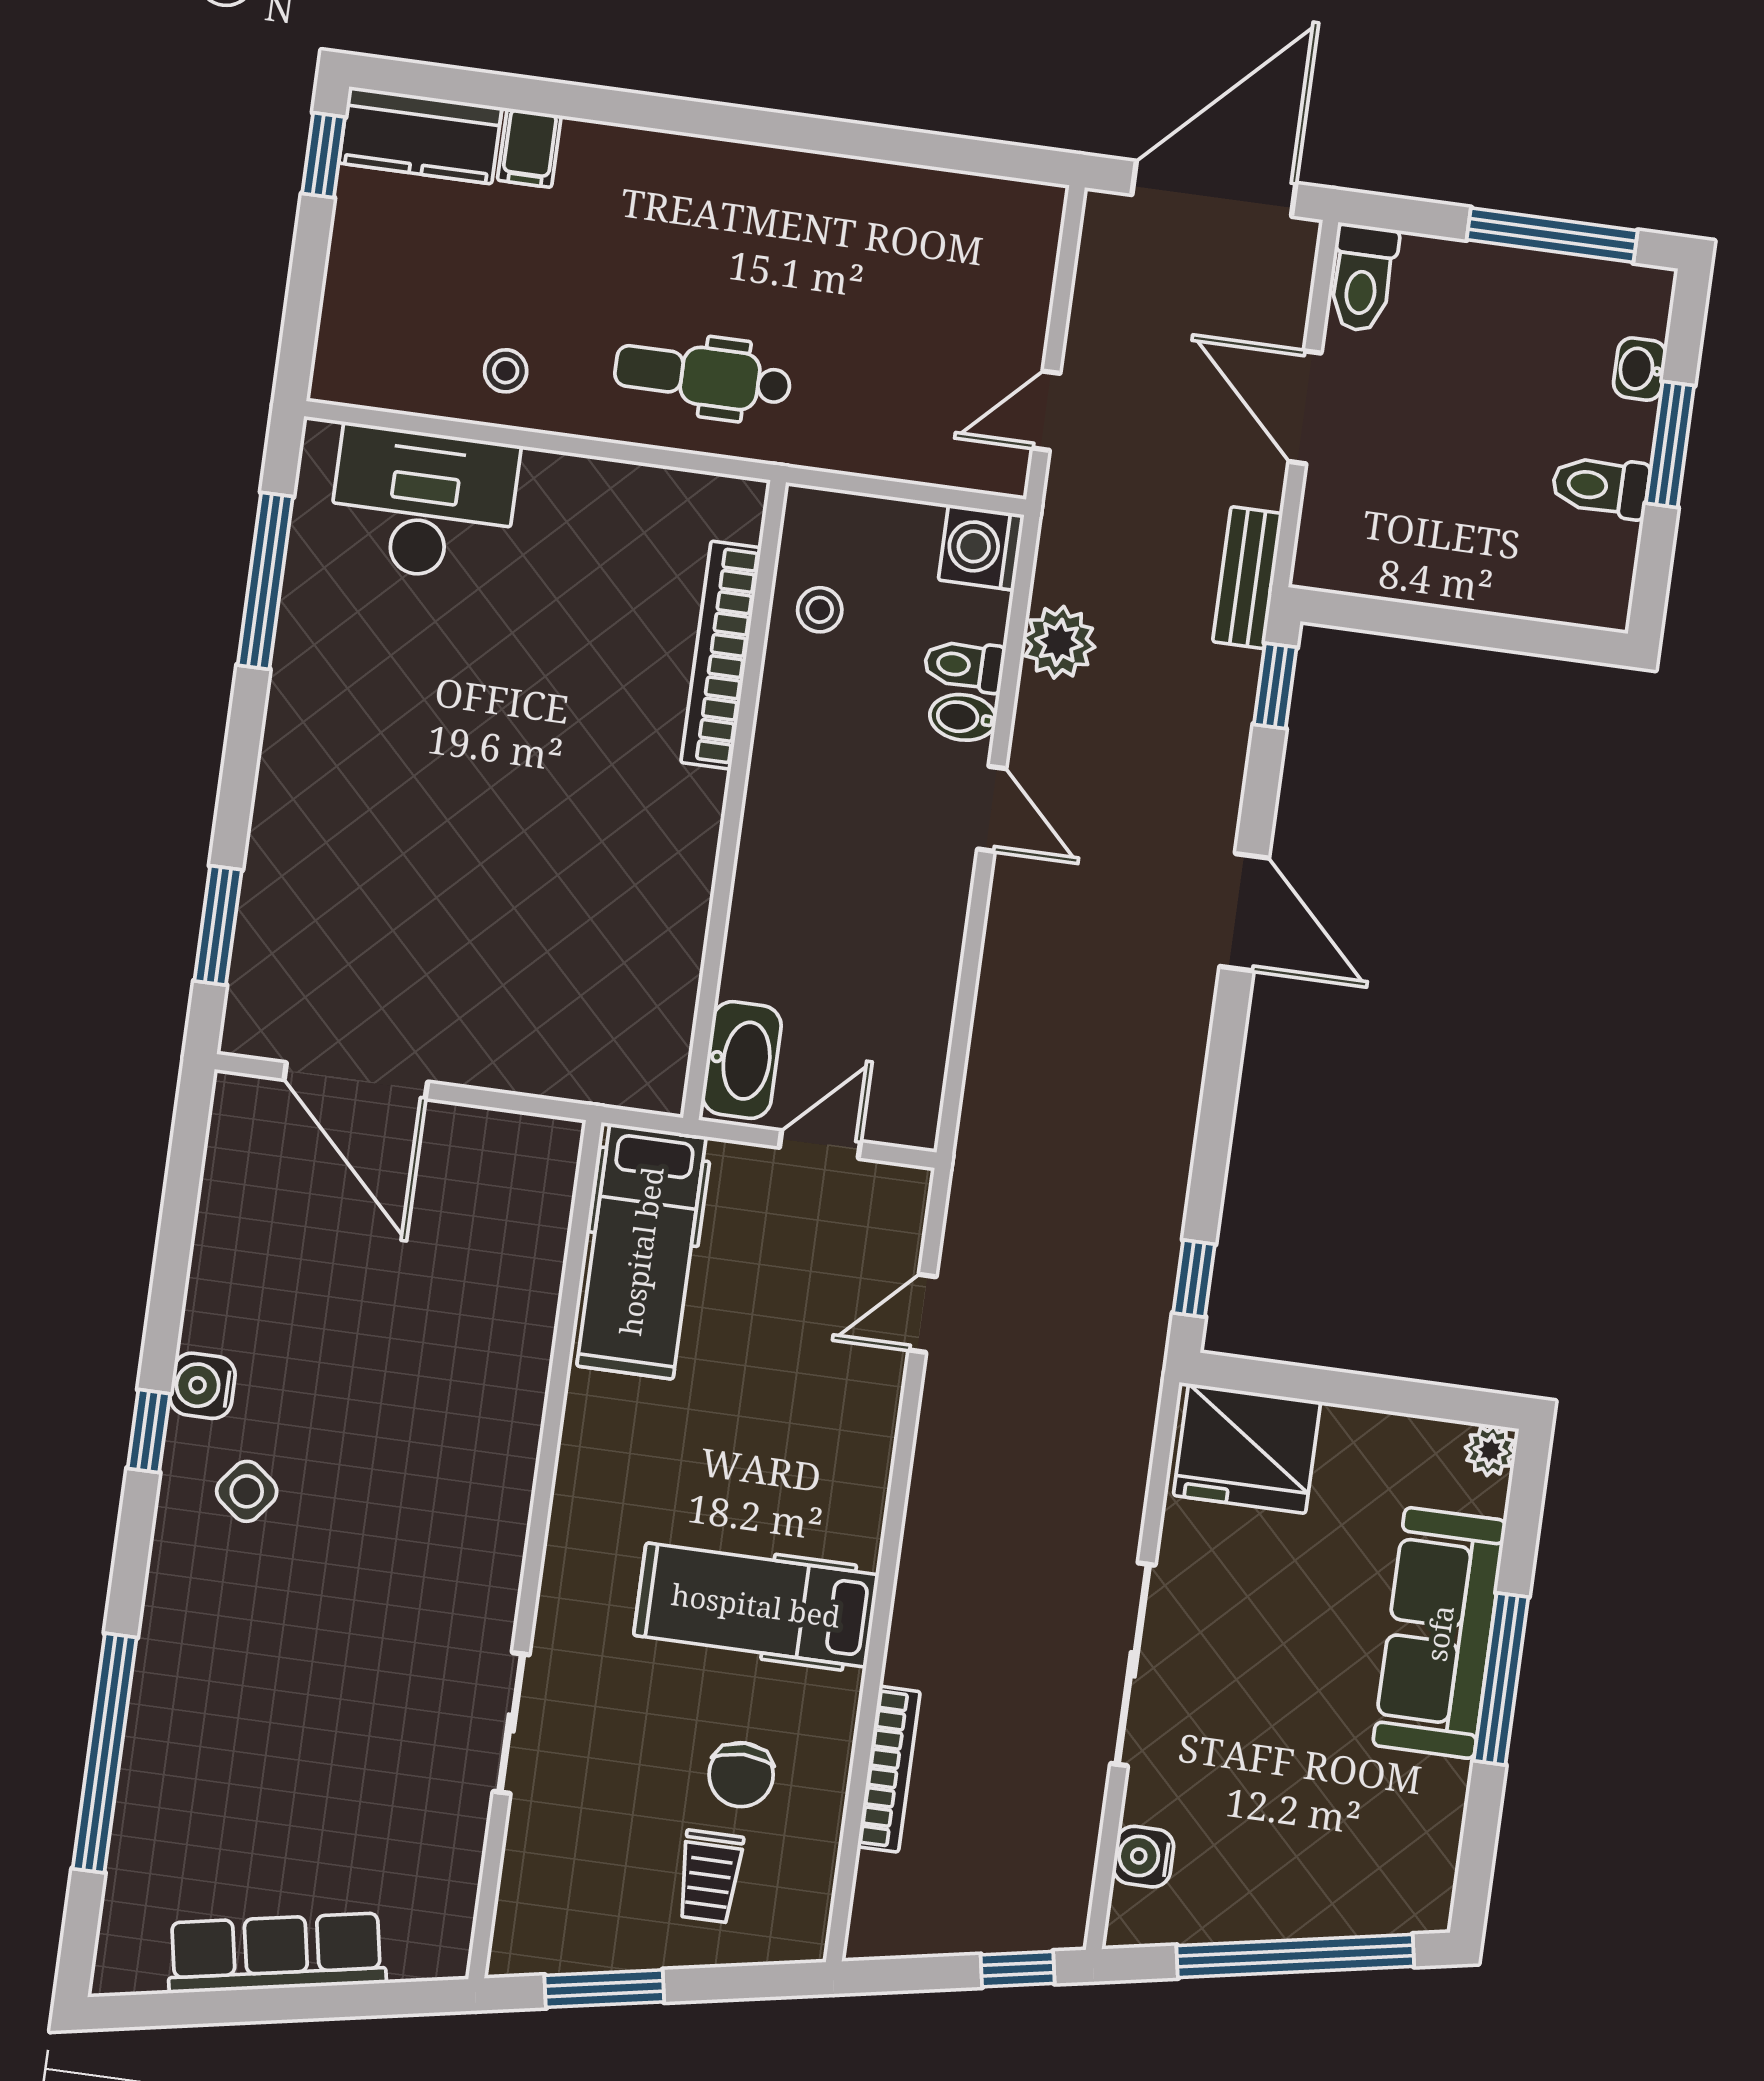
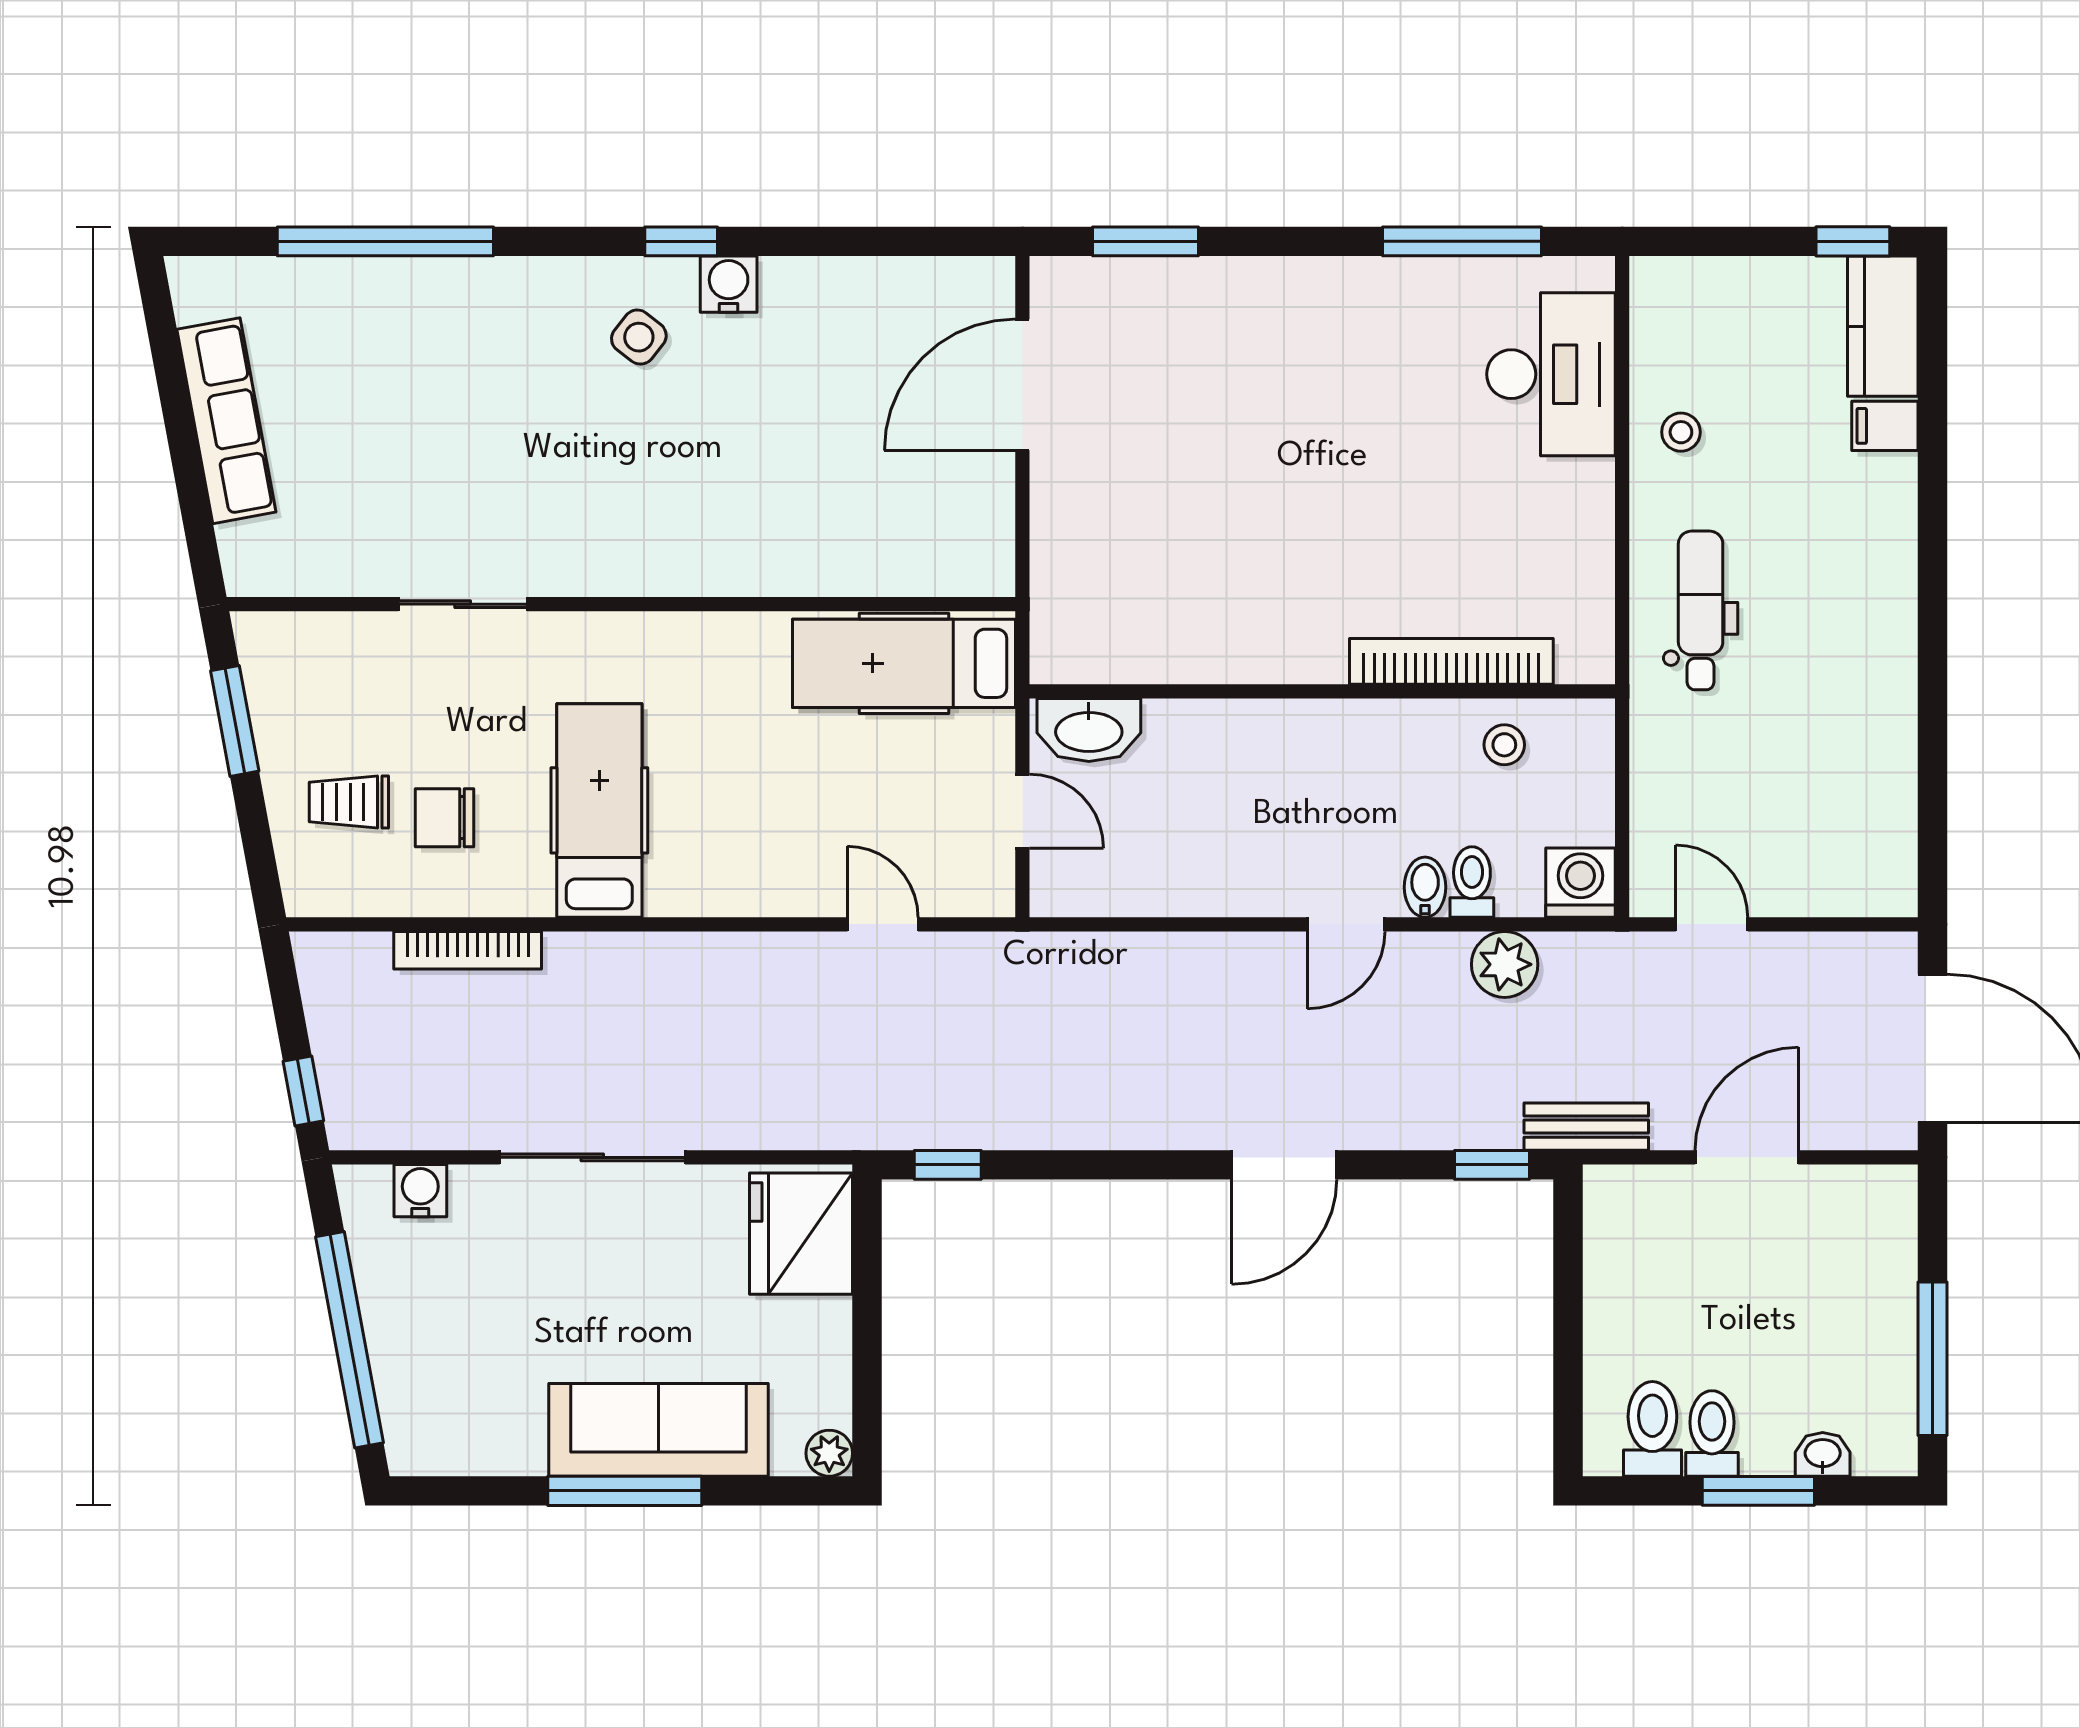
toilet: (1362, 278) -> (1652, 1429), moved, turned 90

